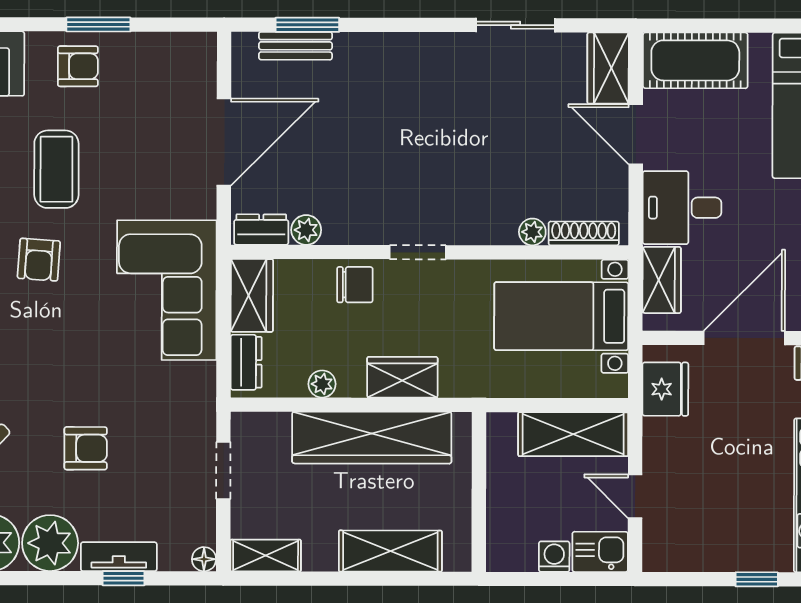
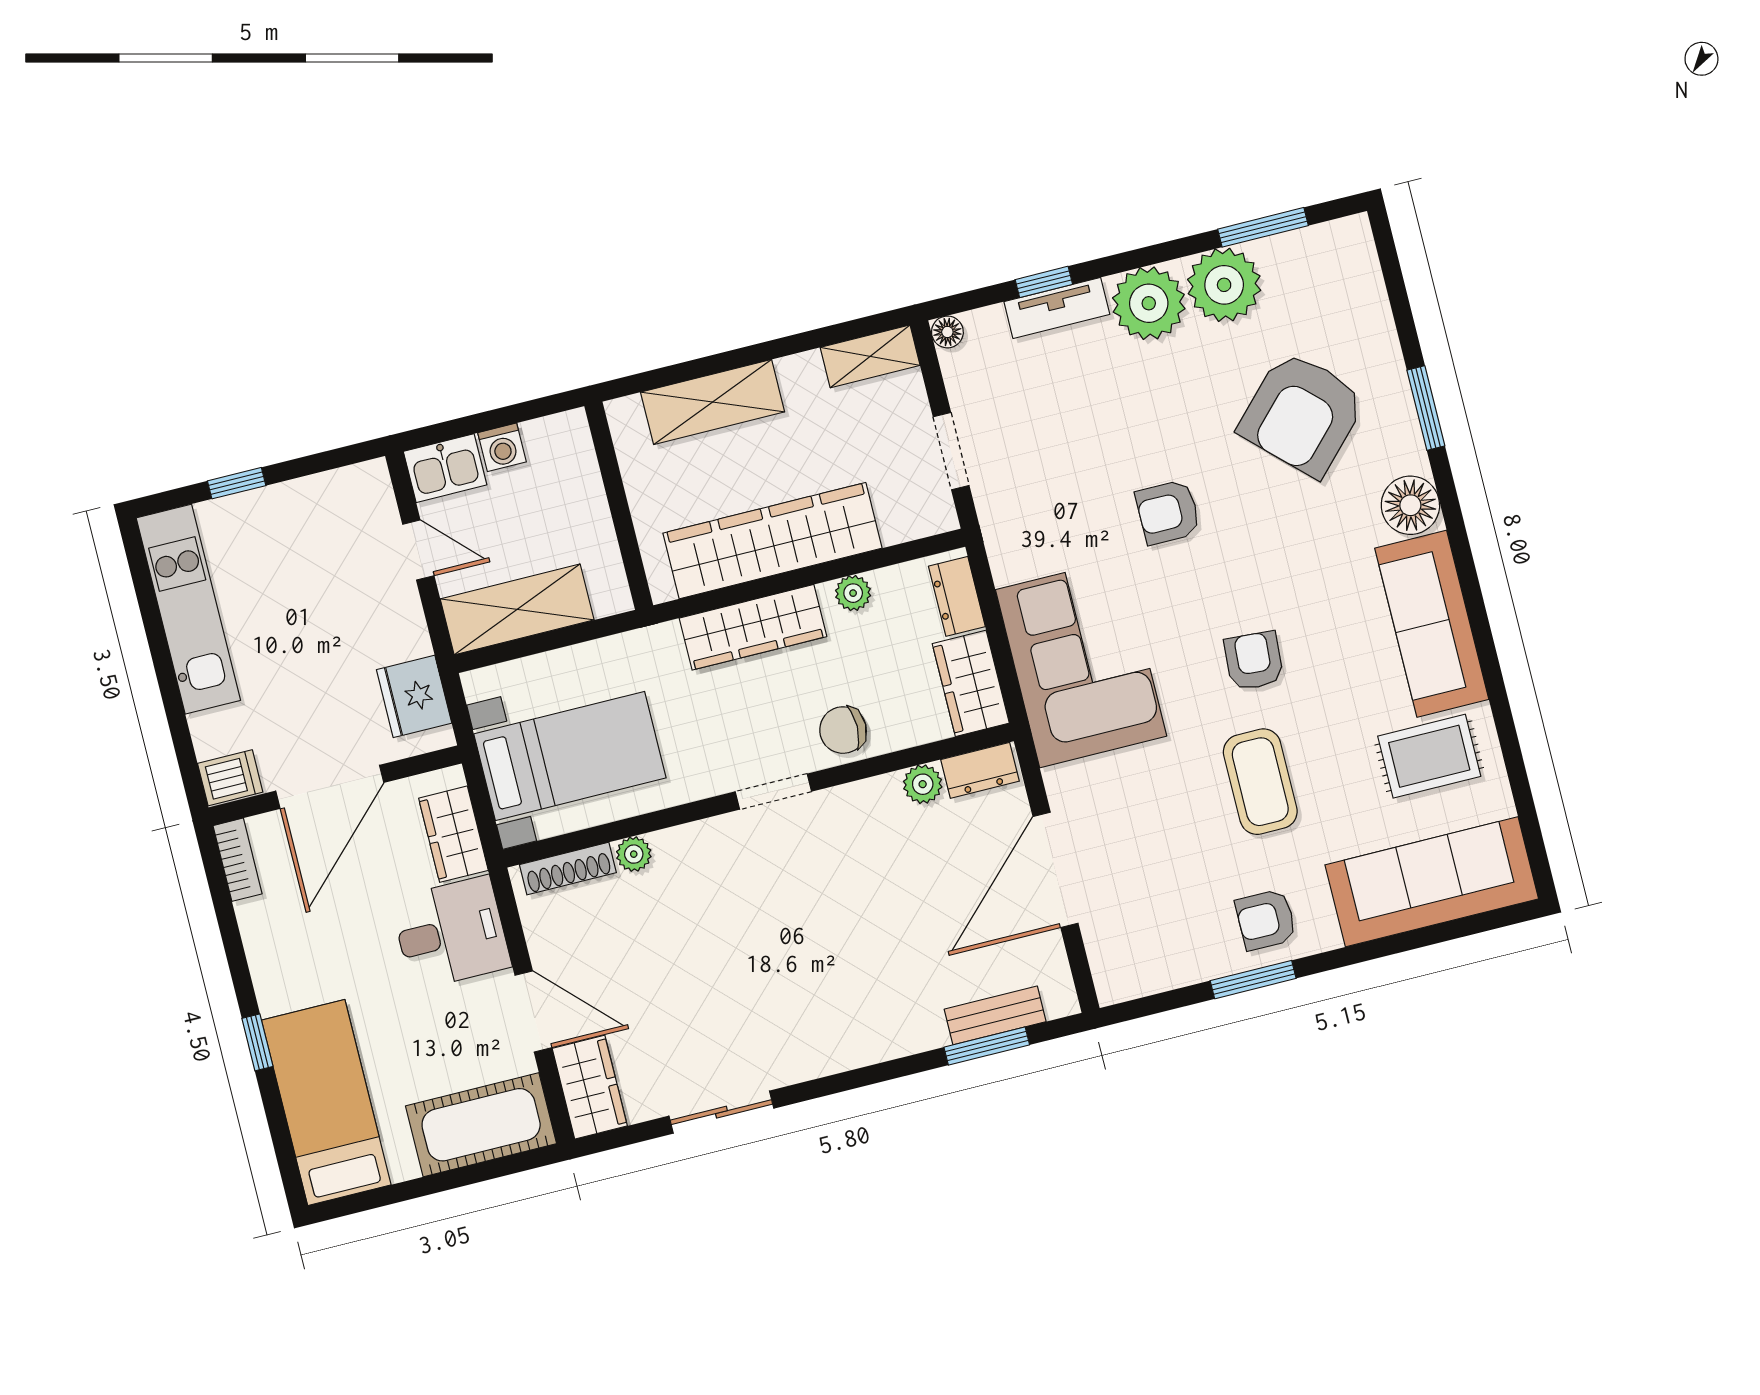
wardrobe: (402, 377) -> (753, 627), width x1.50
armchair: (86, 448) -> (1168, 512), moved

